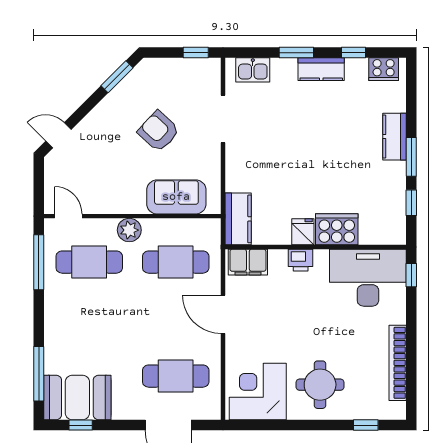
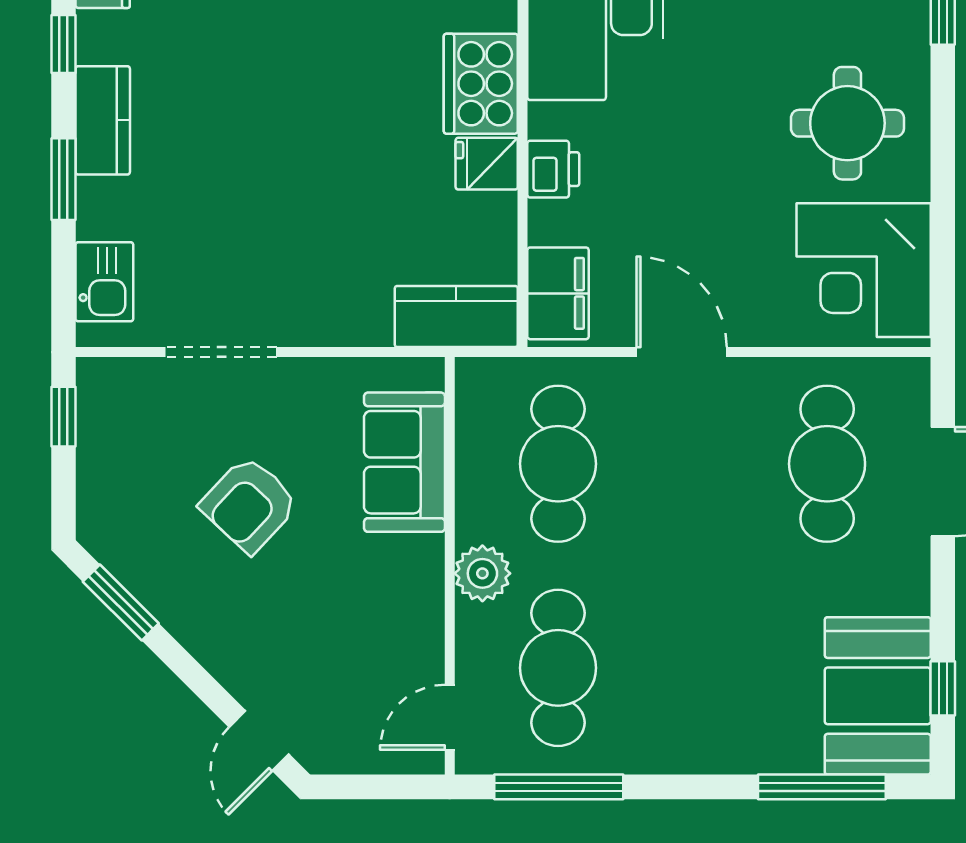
door: (223, 314) -> (682, 352), swing flipped

